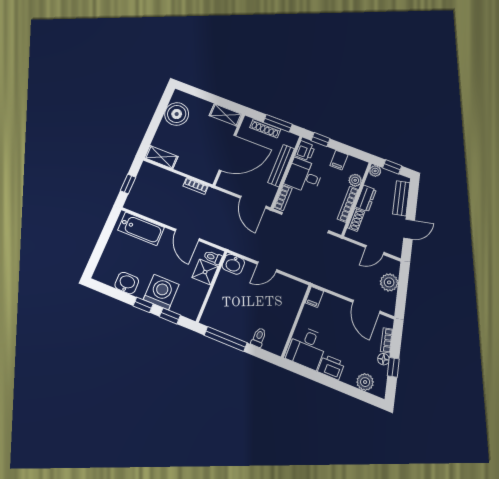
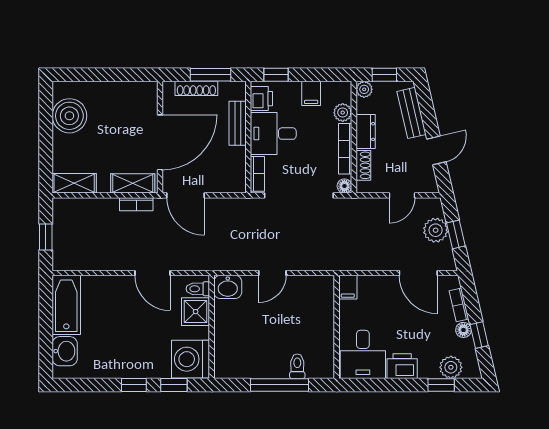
shelving: (226, 115) -> (133, 183), moved
bench: (281, 166) -> (238, 123), width x0.73
door: (253, 202) -> (186, 195), moved
floor lamp: (338, 228) -> (344, 186), added
bathtub: (141, 229) -> (66, 305), moved, turned -90
washbasin: (127, 283) -> (65, 351), moved, turned 90
window: (402, 291) -> (456, 234), added
washing machine: (161, 292) -> (191, 359), moved, turned -90
window: (226, 339) -> (280, 385), moved
window: (354, 392) -> (441, 385), added

